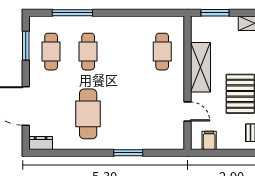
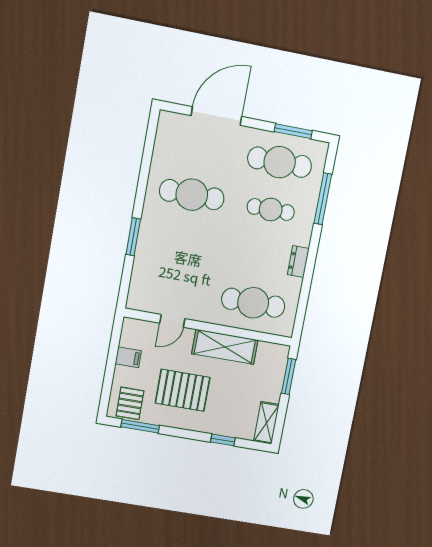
cafe table: (51, 52) -> (280, 162), width x1.37, depth x1.35
cafe table: (162, 52) -> (253, 303), width x1.37, depth x1.35
filing cabinet: (209, 140) -> (128, 357), moved
dresser: (41, 143) -> (298, 262), moved, turned 180

